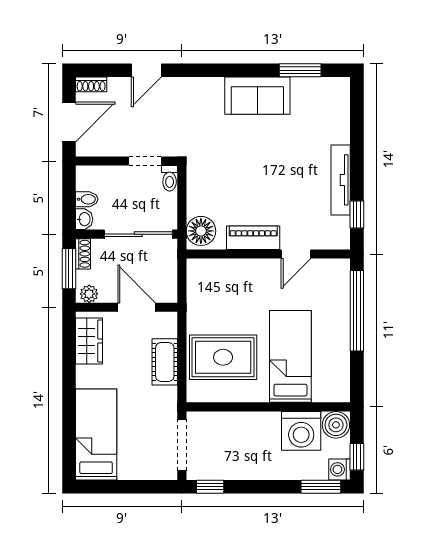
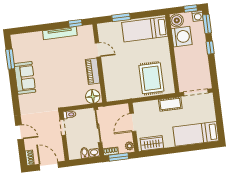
window: (357, 311) -> (121, 17), width x0.47
bed: (290, 356) -> (145, 29), moved
cot: (165, 362) -> (170, 104), moved
window: (210, 487) -> (210, 48), moved

